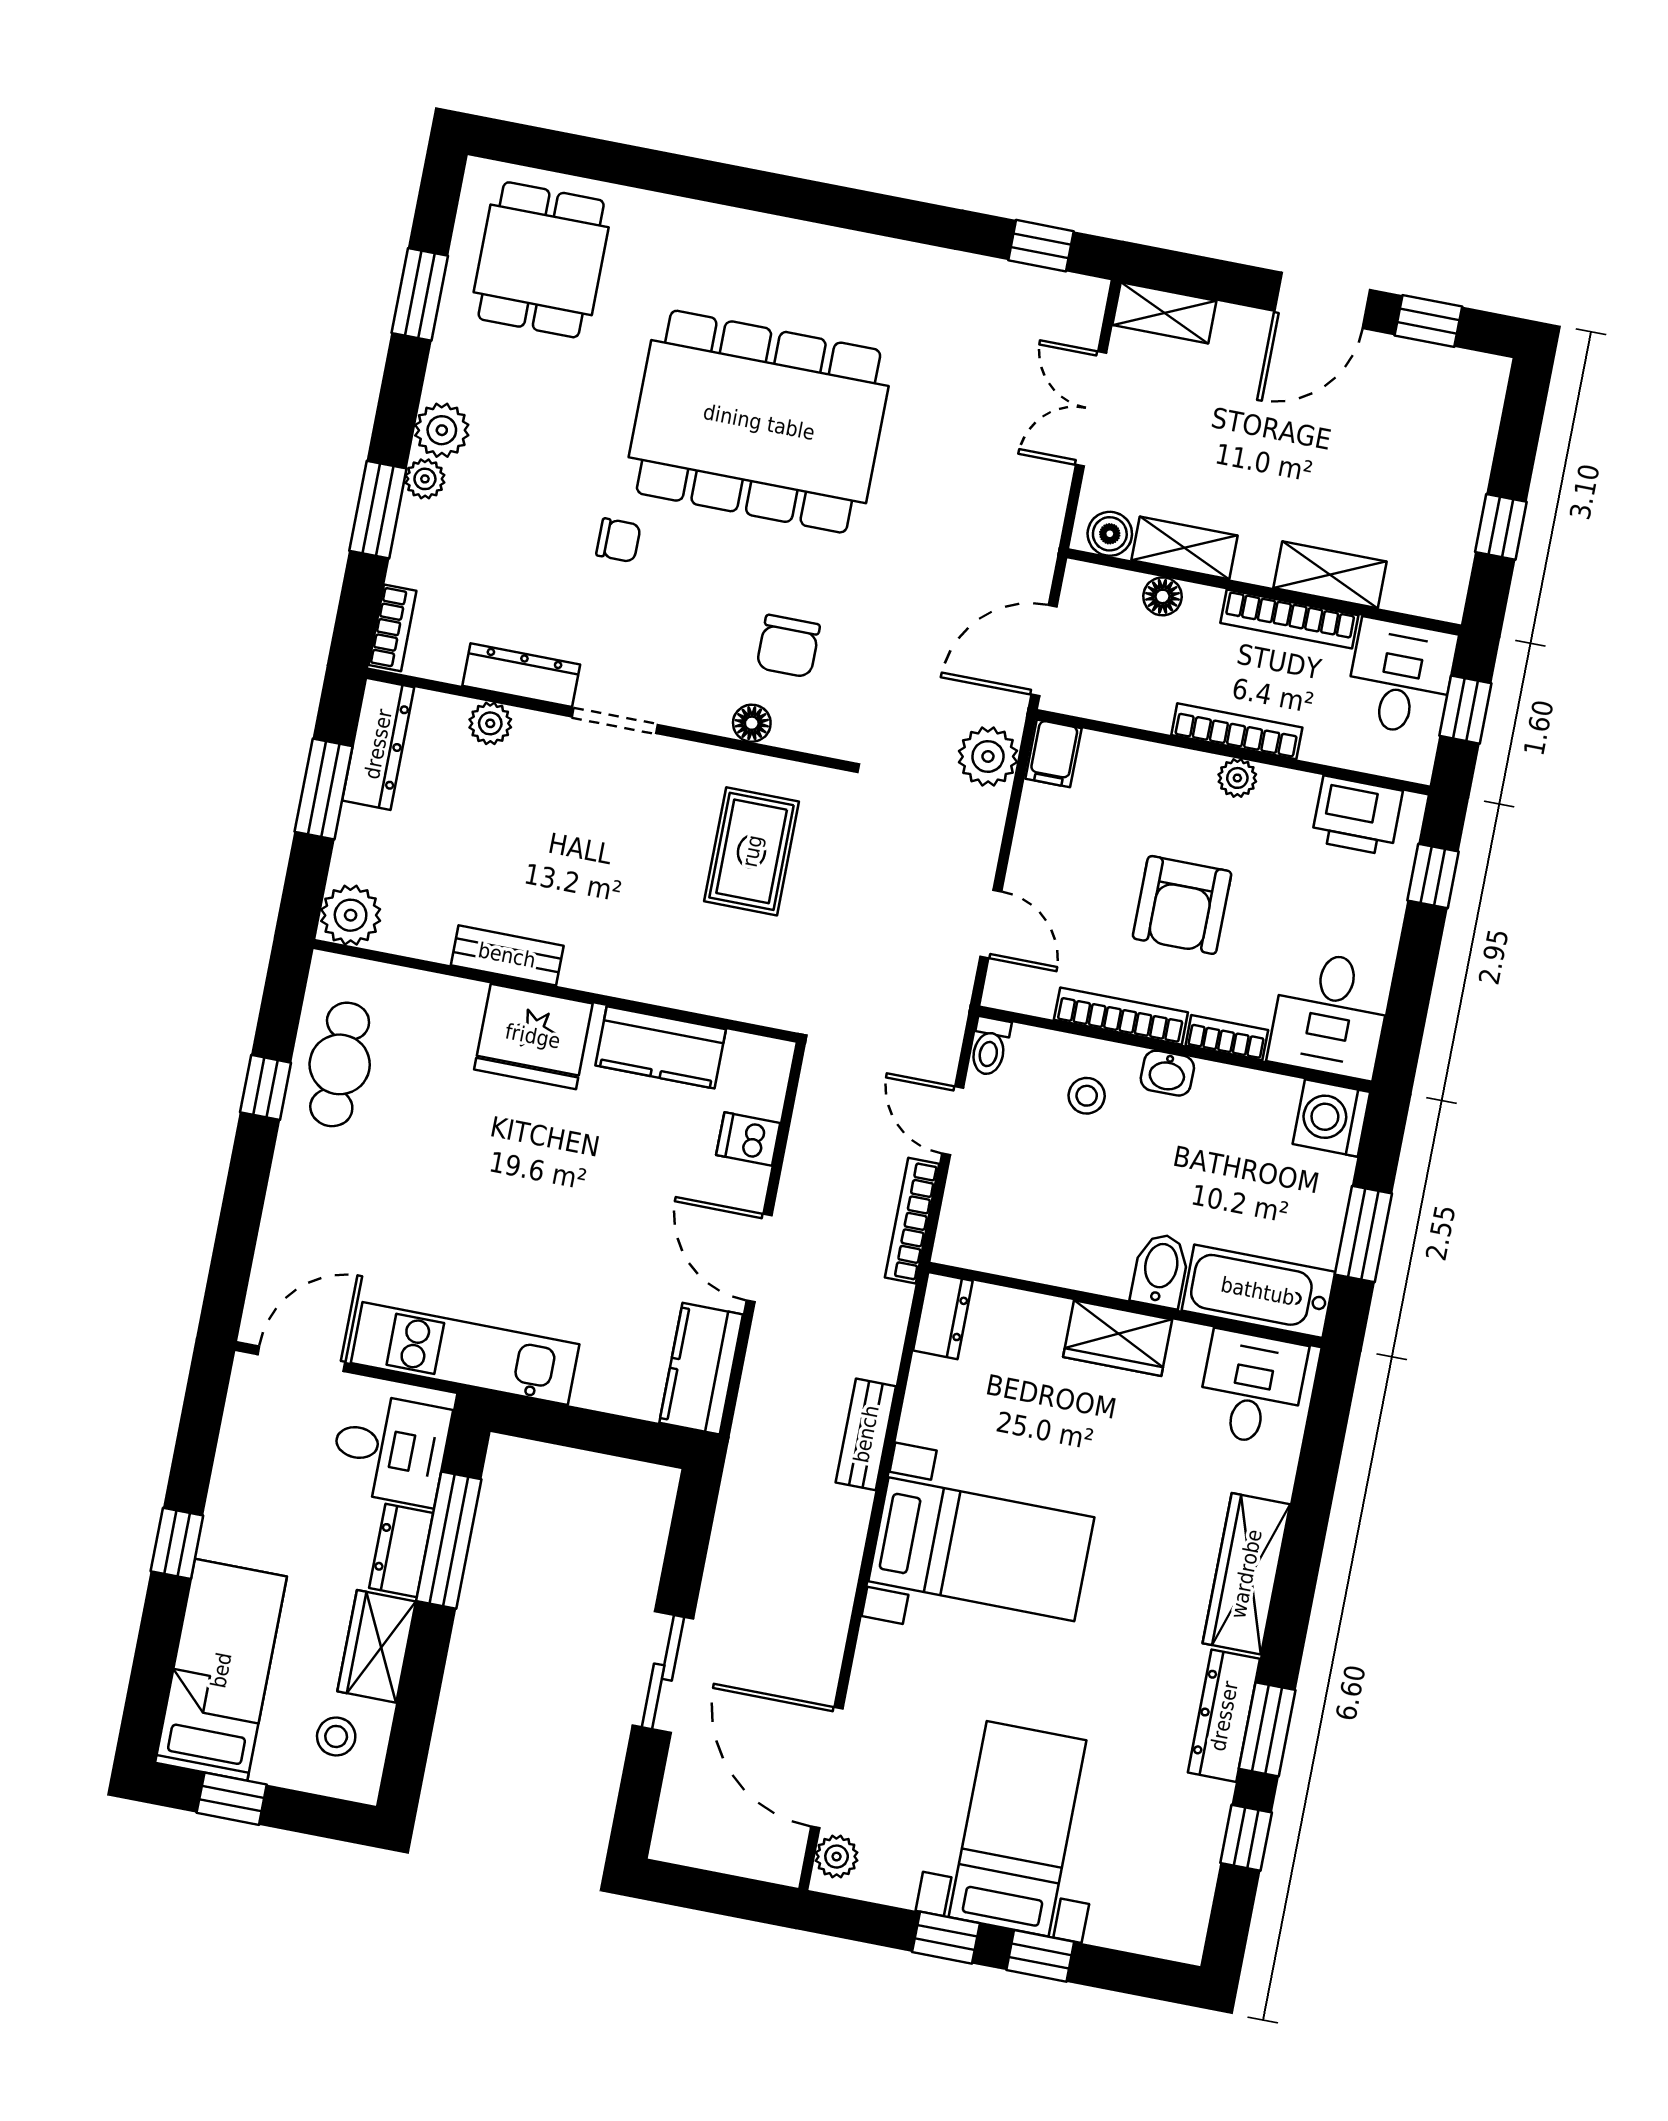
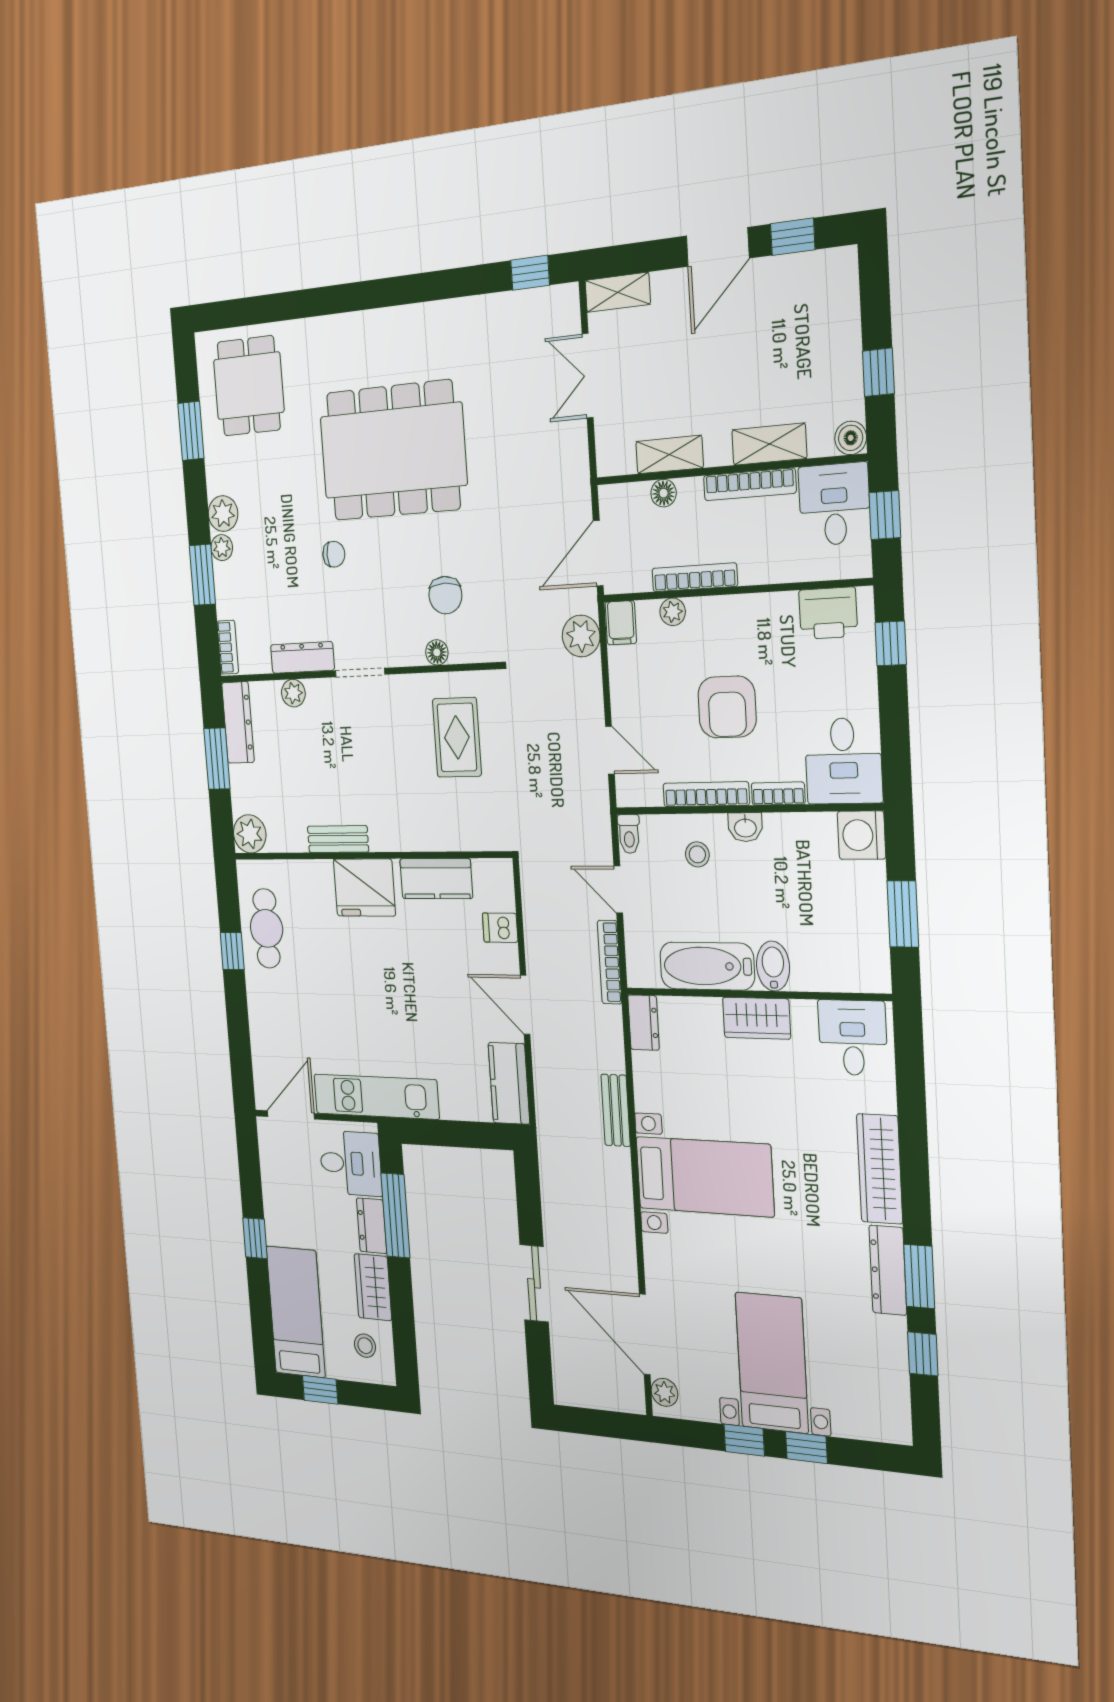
boiler: (1110, 534) -> (851, 438), moved
bookcase: (1237, 731) -> (695, 577), moved
plant: (1237, 778) -> (673, 612), moved
bathtub: (1258, 1291) -> (707, 966), moved

